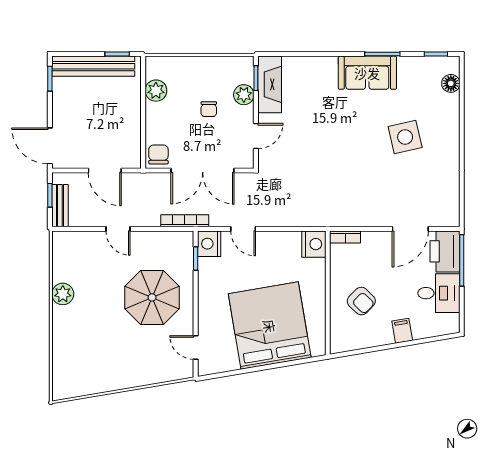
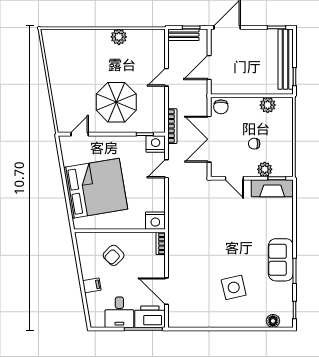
chair: (158, 154) -> (221, 107), turned 90

